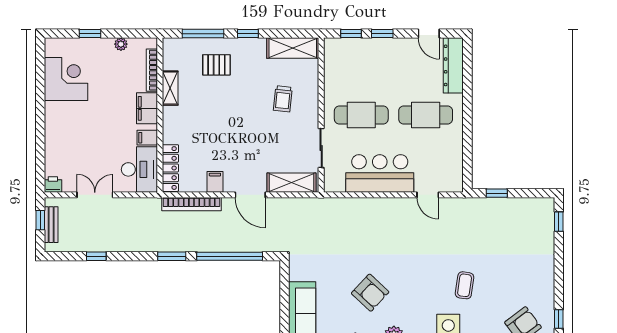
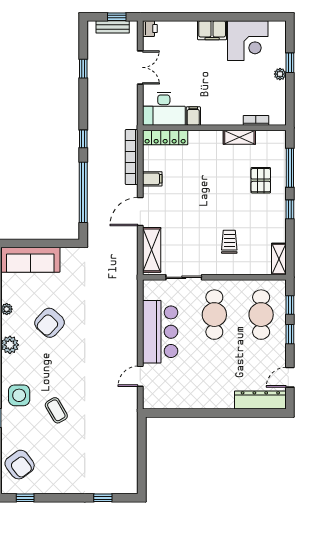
plant: (121, 44) -> (280, 74), moved
shelving: (293, 48) -> (279, 259), width x0.67, depth x0.75
bookcase: (152, 70) -> (256, 120), width x0.64
trolley: (283, 99) -> (229, 242), turned 84
filing cabinet: (147, 108) -> (212, 30), moved, turned 180
cafe table: (426, 115) -> (261, 315), moved
window: (497, 193) -> (142, 440), removed
window: (559, 222) -> (103, 498), moved
window: (172, 256) -> (83, 139), width x0.67
coffee table: (465, 285) -> (56, 410), turned 52

